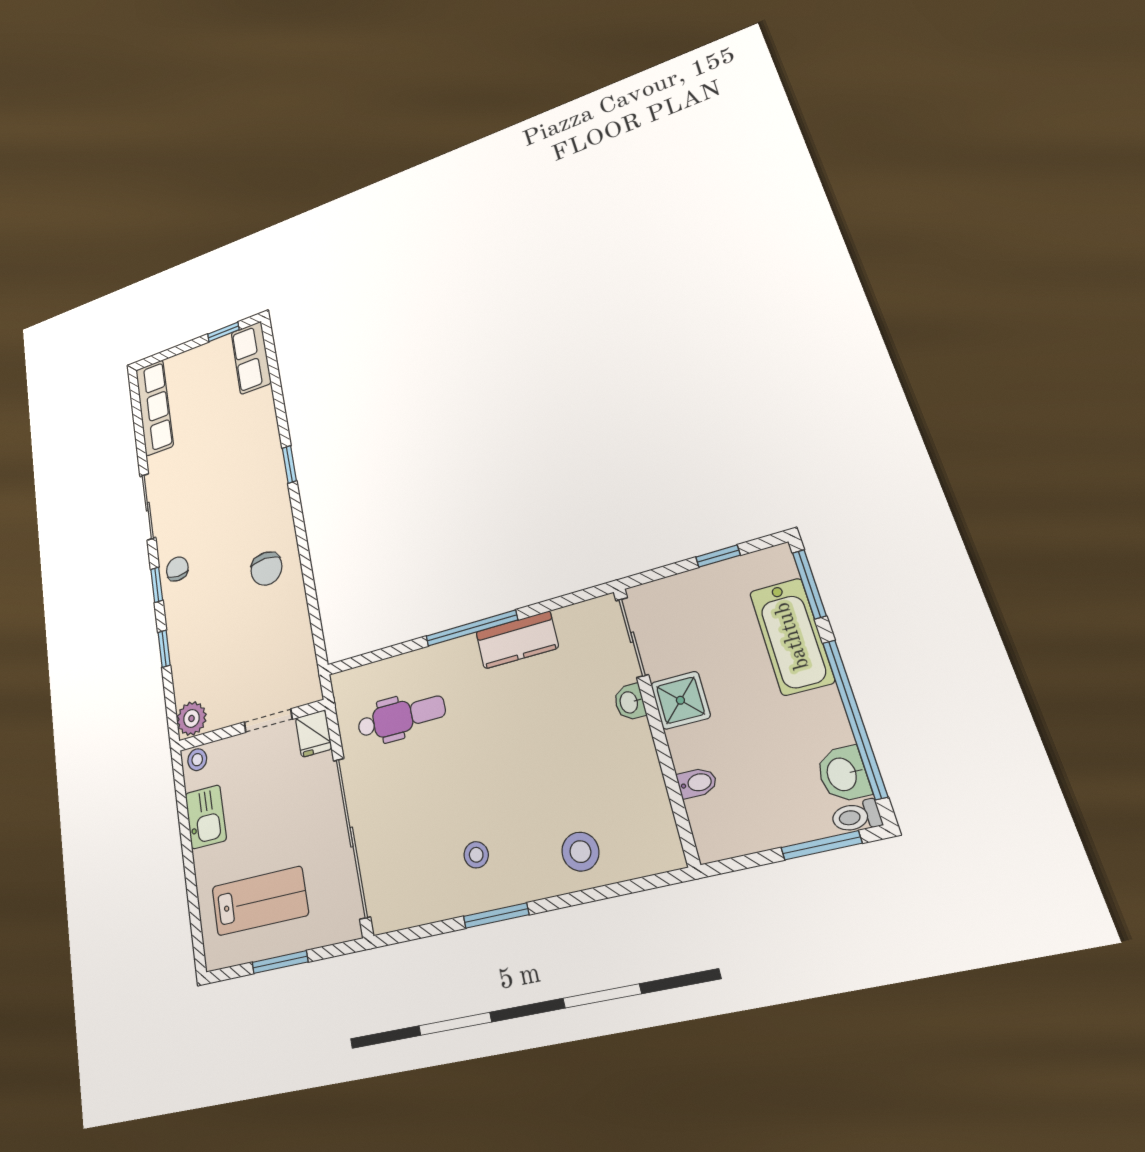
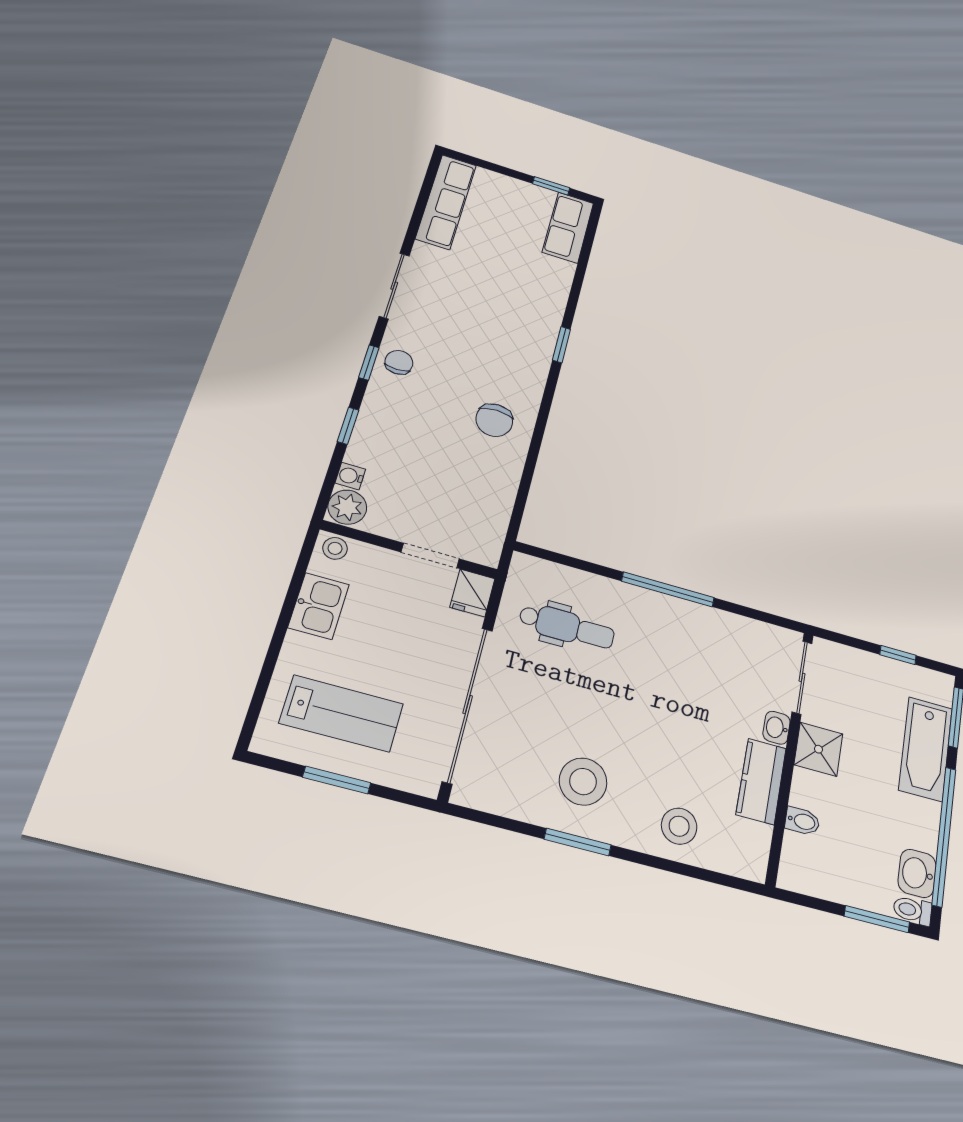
kitchen counter: (517, 640) -> (761, 781), moved, turned 90
water cooler: (183, 690) -> (350, 476), added
stool: (476, 855) -> (583, 782), width x1.89, depth x1.89

